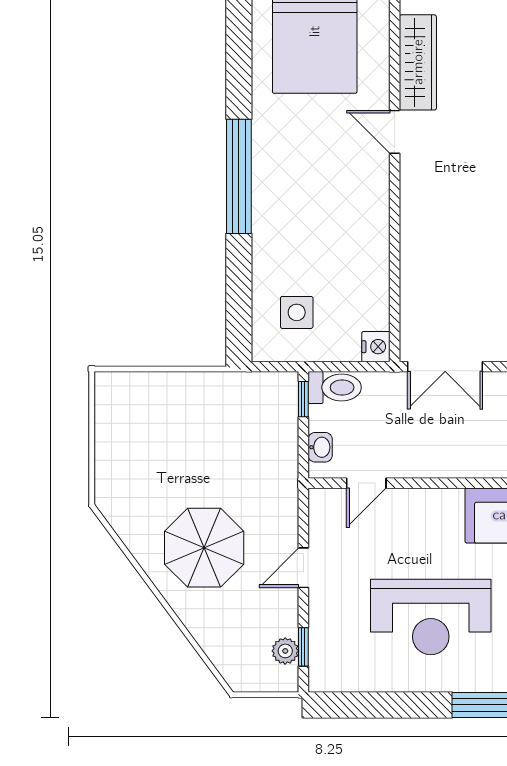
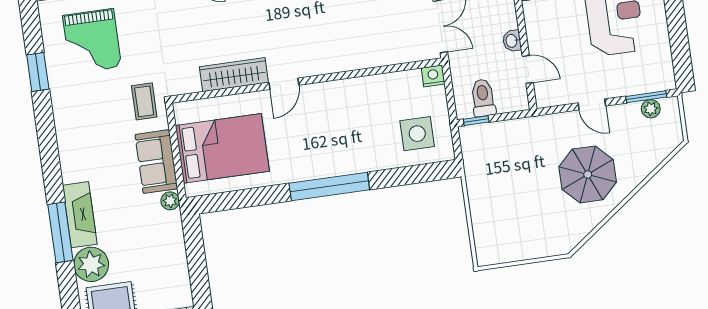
side table: (297, 312) -> (417, 134), width x1.37, depth x1.37
toilet: (335, 387) -> (483, 98), moved
washbasin: (320, 447) -> (512, 41), moved, turned -90
window: (303, 647) -> (646, 97), width x1.50

